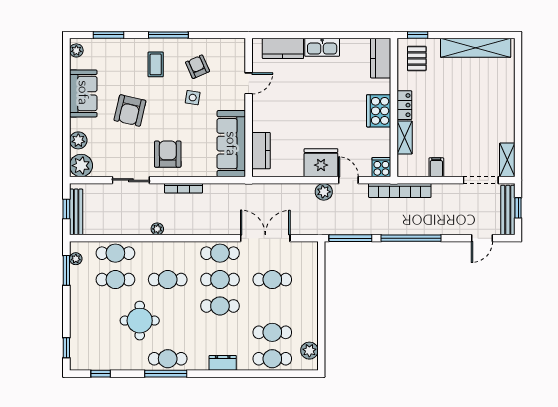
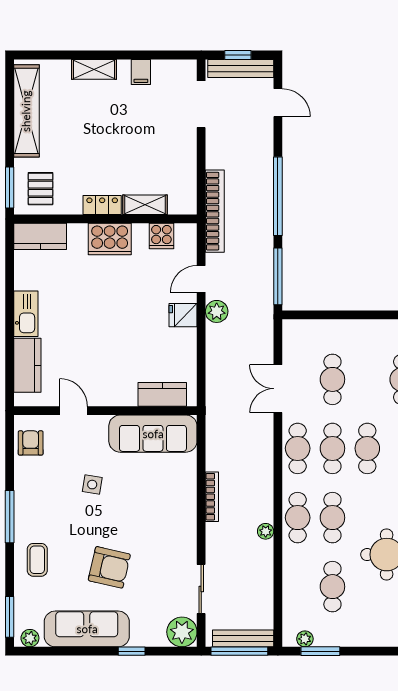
window: (109, 35) -> (10, 617), moved
window: (418, 35) -> (10, 187), width x1.50
pallet: (417, 58) -> (41, 189), turned 90
coffee table: (156, 64) -> (37, 560), moved, turned 90
armchair: (198, 67) -> (31, 443), moved, turned 114
sofa: (83, 93) -> (87, 629), width x1.36
window: (66, 127) -> (132, 651), added
plant: (78, 140) -> (149, 636), removed
armchair: (168, 154) -> (167, 517), removed
shelving: (507, 160) -> (94, 69), moved
fridge: (321, 163) -> (183, 315), width x0.53, depth x0.75
cooker: (381, 167) -> (161, 236), moved, turned -90
filing cabinet: (436, 167) -> (141, 72), moved, turned -90
sliding door: (131, 180) -> (201, 589), moved
window: (66, 209) -> (239, 651), width x2.17
double door: (265, 238) -> (278, 389), width x0.73
cafe table: (115, 253) -> (298, 518), moved

